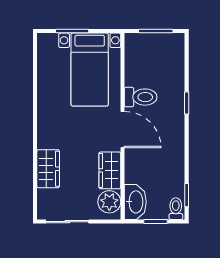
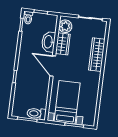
toilet: (141, 97) -> (36, 114), moved
wardrobe: (48, 169) -> (97, 55), width x1.50
washbasin: (135, 202) -> (49, 42), moved

